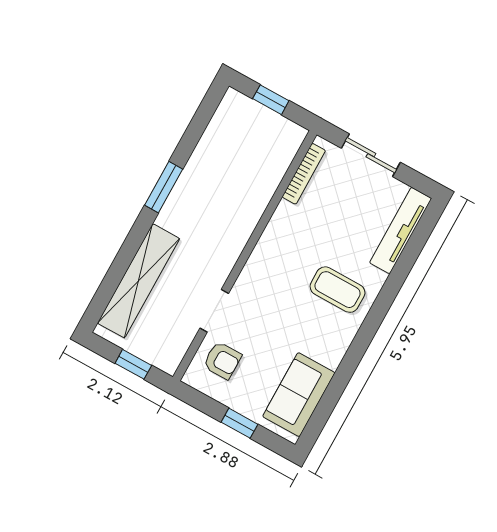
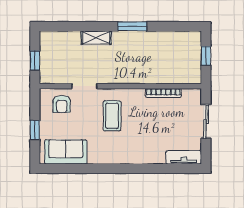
bookcase: (304, 174) -> (163, 93), moved
tv unit: (401, 230) -> (184, 157), width x0.71
shelving: (139, 281) -> (96, 38), width x0.45, depth x0.75
coffee table: (337, 290) -> (112, 116), moved

